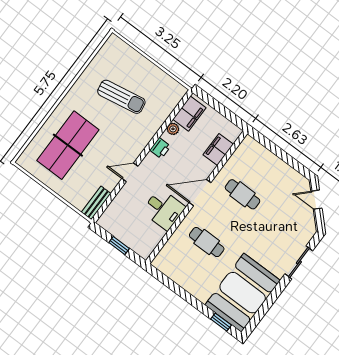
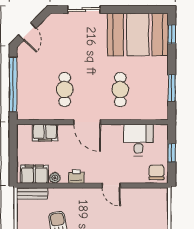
window: (280, 153) -> (13, 84), added
bench: (96, 203) -> (32, 194), moved
desk: (164, 209) -> (138, 140), moved
chair: (112, 220) -> (156, 172), added
window: (175, 287) -> (172, 88), added

